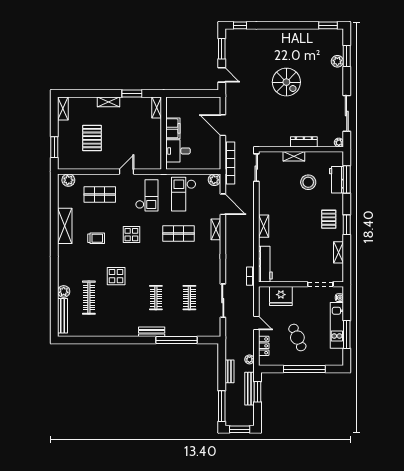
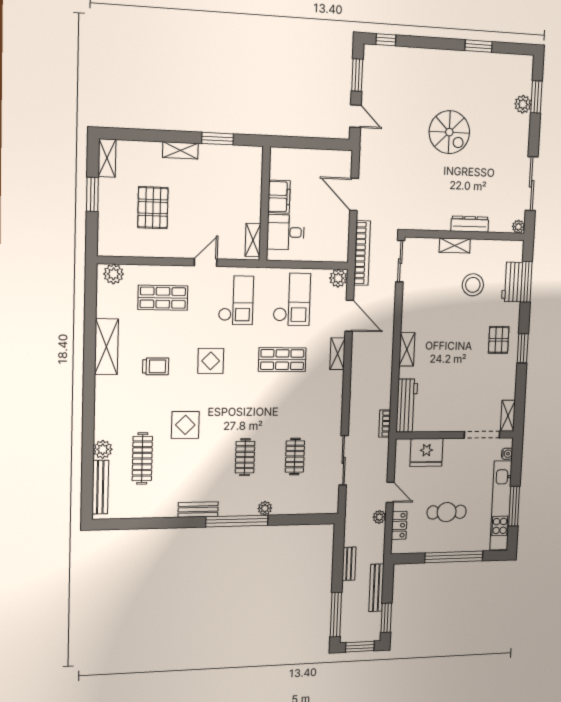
window: (328, 25) -> (478, 46), moved
shelving: (157, 107) -> (253, 240), moved
window: (54, 147) -> (92, 194), moved
checkout: (184, 194) -> (292, 299), turned 180
shelving: (338, 252) -> (508, 416), moved
kitchen unit: (337, 325) -> (501, 505), width x1.36
bench: (152, 332) -> (198, 509), moved
plant: (170, 332) -> (265, 508), added
cafe table: (297, 338) -> (447, 512), turned -67
window: (177, 340) -> (237, 521), moved
plant: (249, 359) -> (379, 517), moved
window: (257, 392) -> (386, 618), moved

